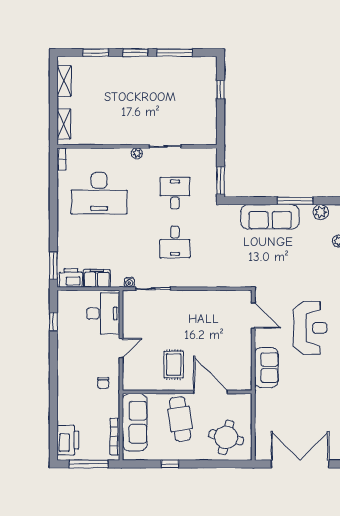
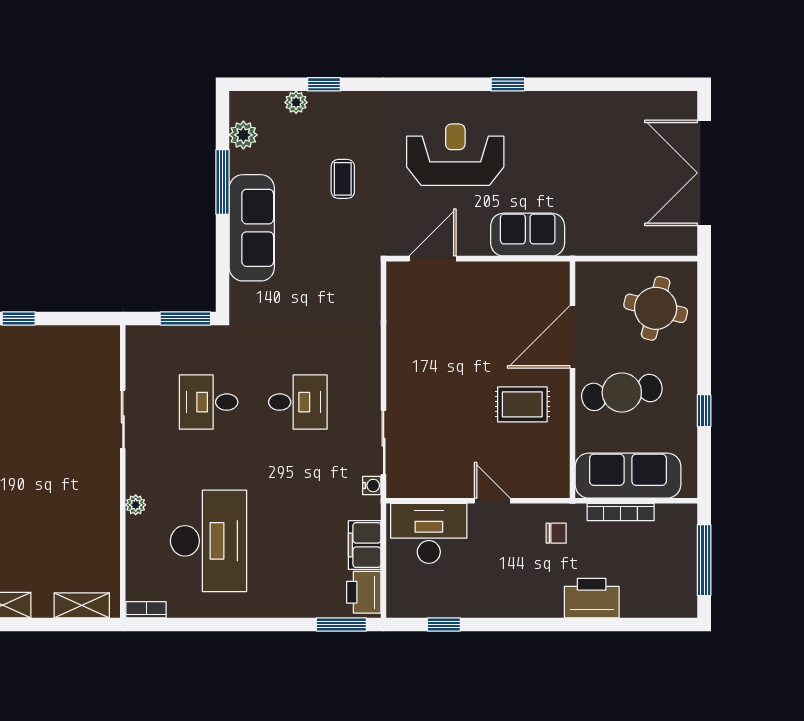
plant: (137, 153) -> (136, 505), moved
coffee table: (297, 267) -> (343, 179), added
bookcase: (115, 437) -> (621, 512), moved
printer: (68, 440) -> (592, 598), moved

